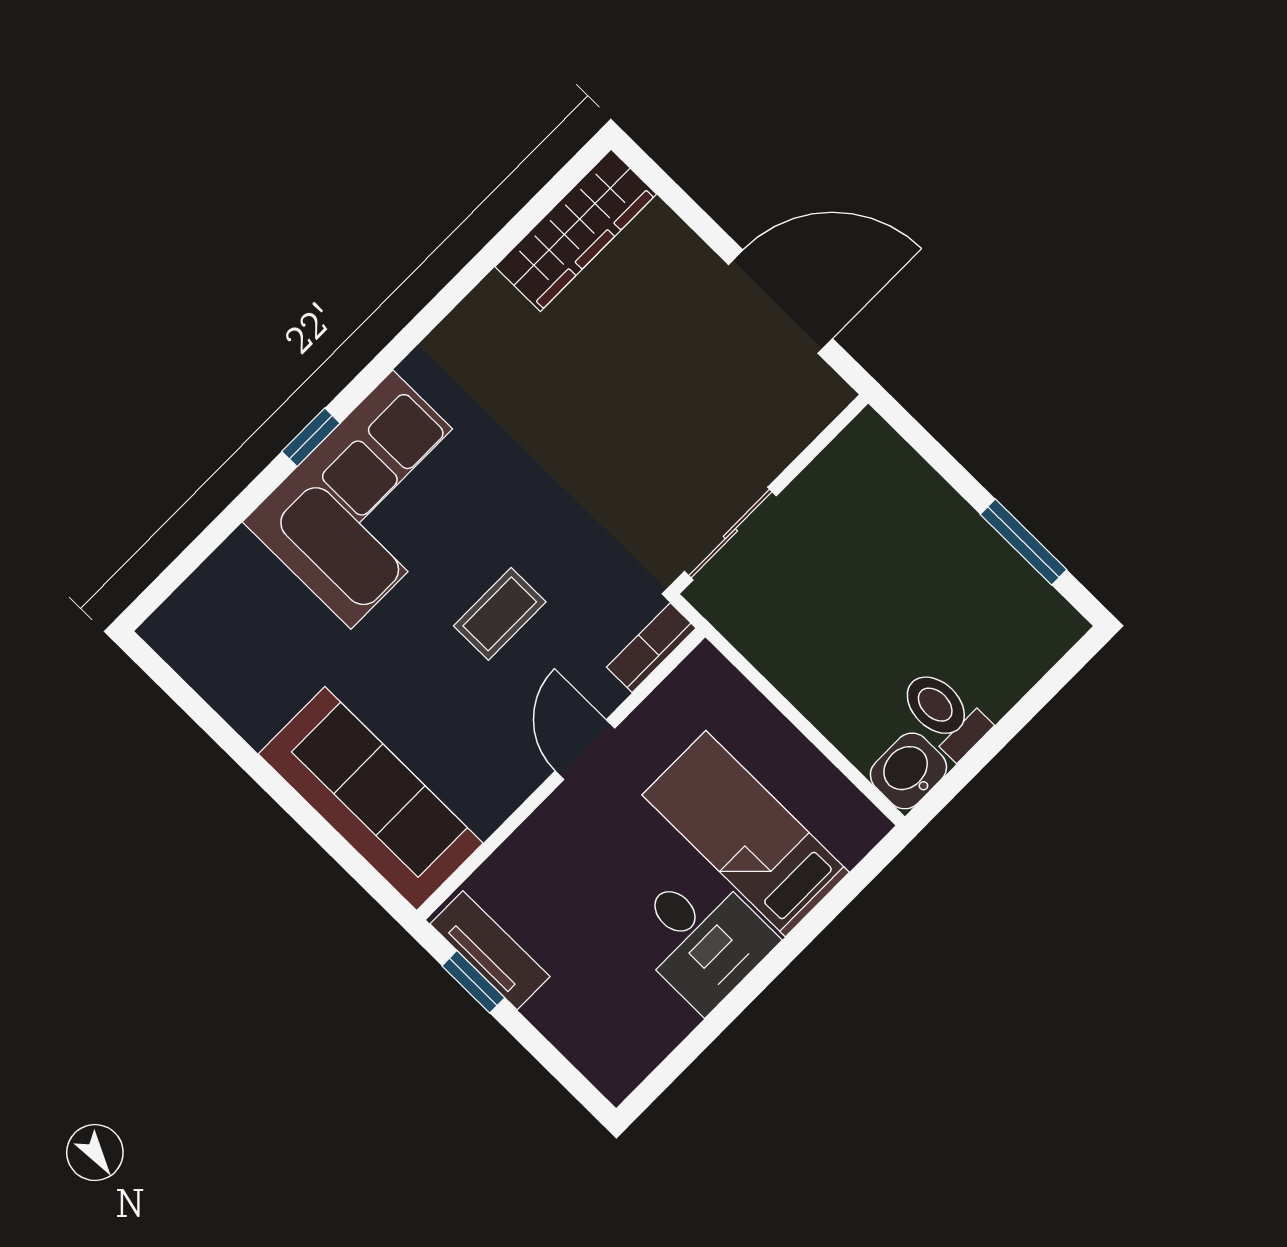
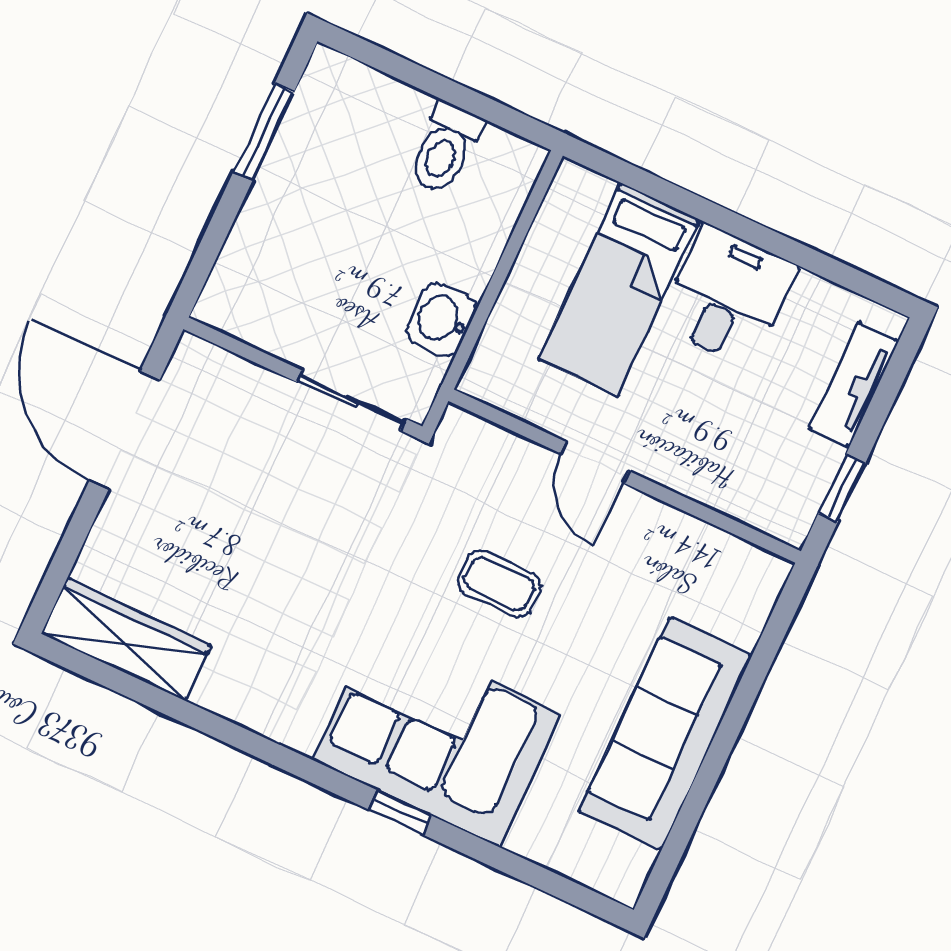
bookcase: (651, 648) -> (481, 435), removed
door: (585, 750) -> (595, 462), hinge flipped
washbasin: (908, 771) -> (441, 320), moved, turned 90
sofa: (371, 798) -> (666, 734), moved
tv unit: (490, 950) -> (854, 384), moved

